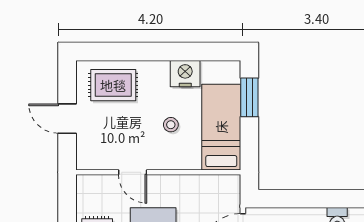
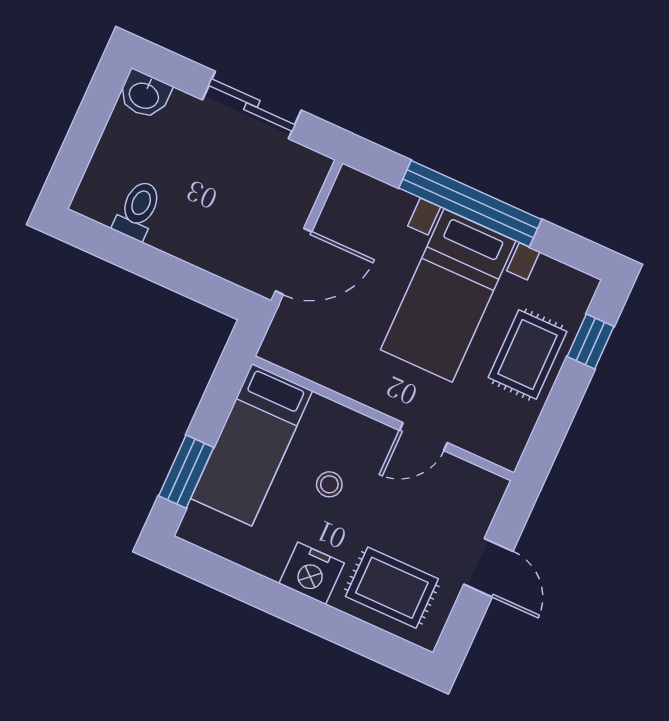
nightstand: (185, 74) -> (312, 573), moved
door: (133, 172) -> (423, 436), swing flipped

